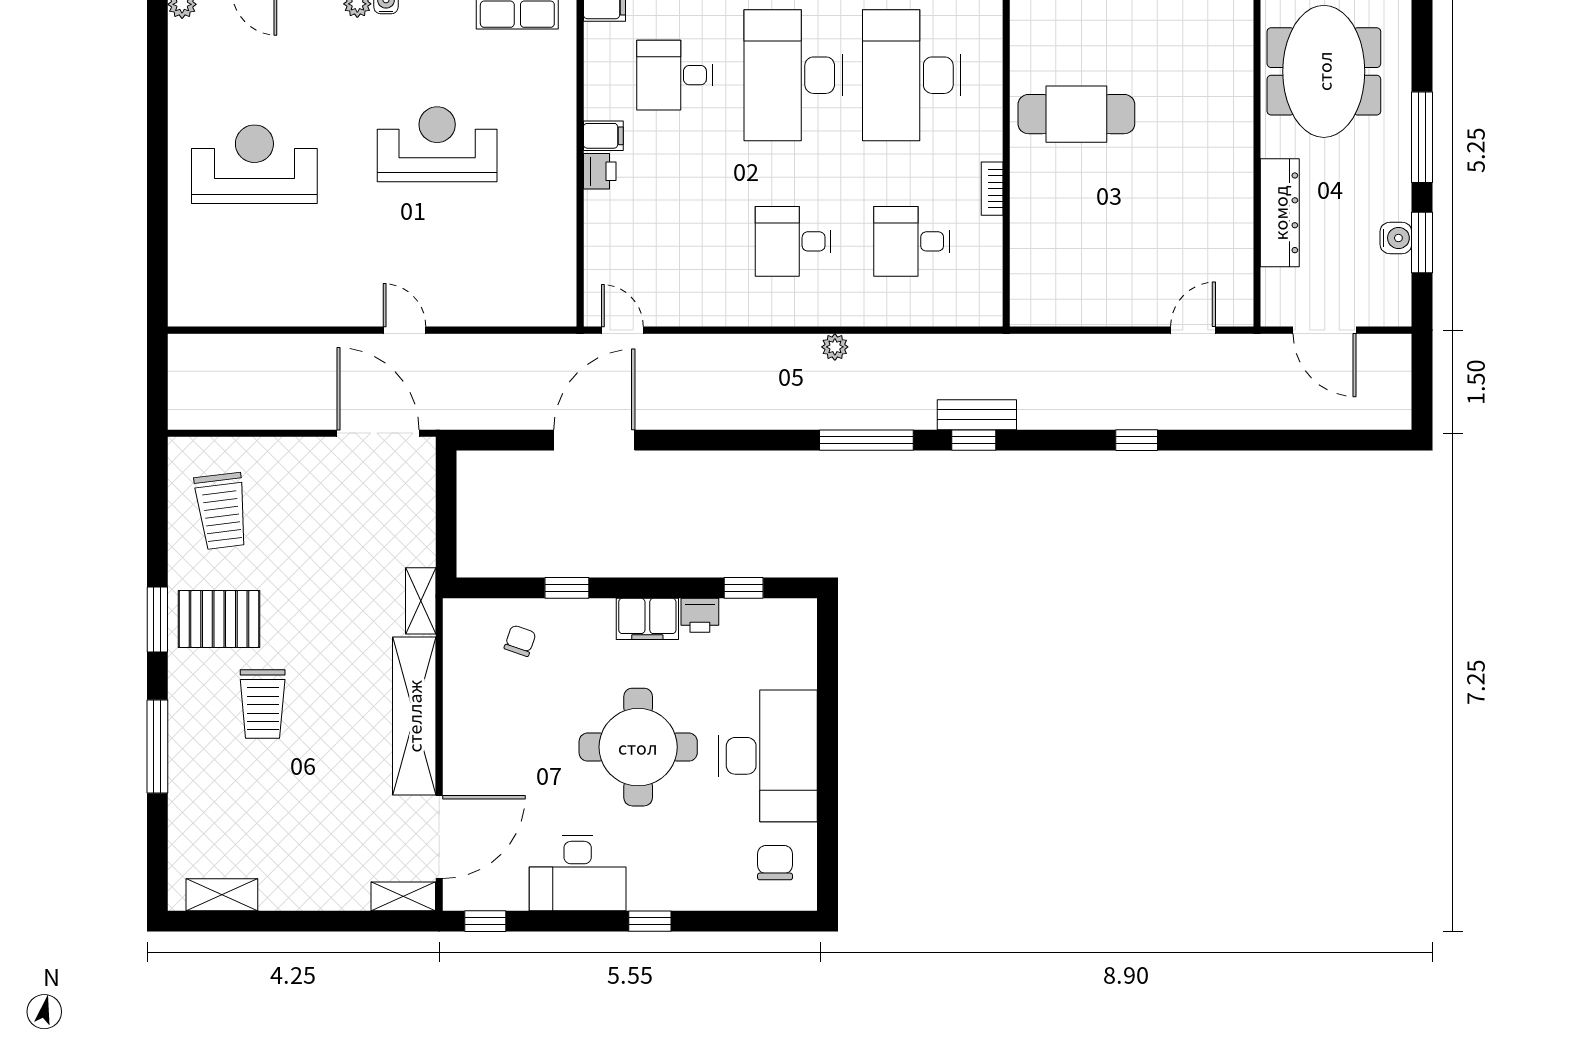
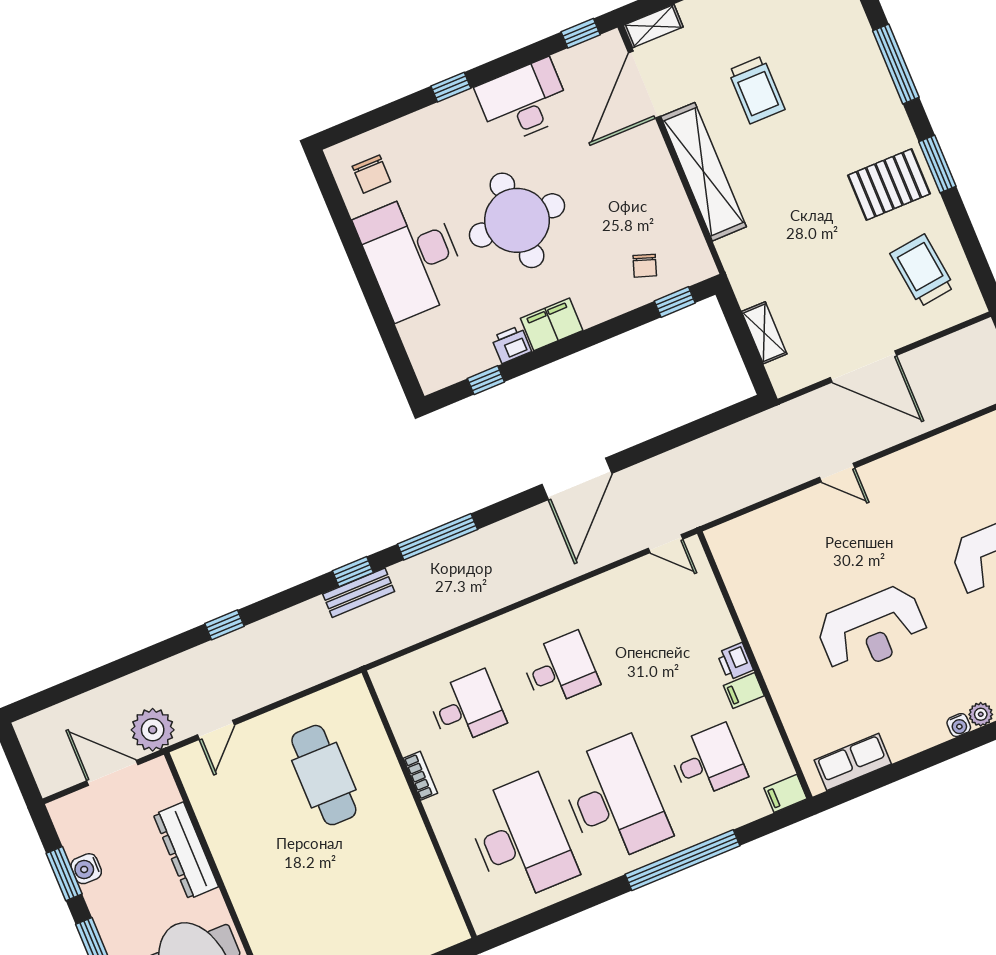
cafe table: (1076, 114) -> (324, 775), moved, turned 90
plant: (835, 347) -> (153, 730), moved, width x1.88, depth x1.88
door: (378, 433) -> (863, 367), moved
door: (594, 440) -> (577, 479), moved
window: (567, 588) -> (675, 302), moved
shelving: (421, 601) -> (764, 333), moved
trolley: (263, 704) -> (757, 90), moved, turned 180

